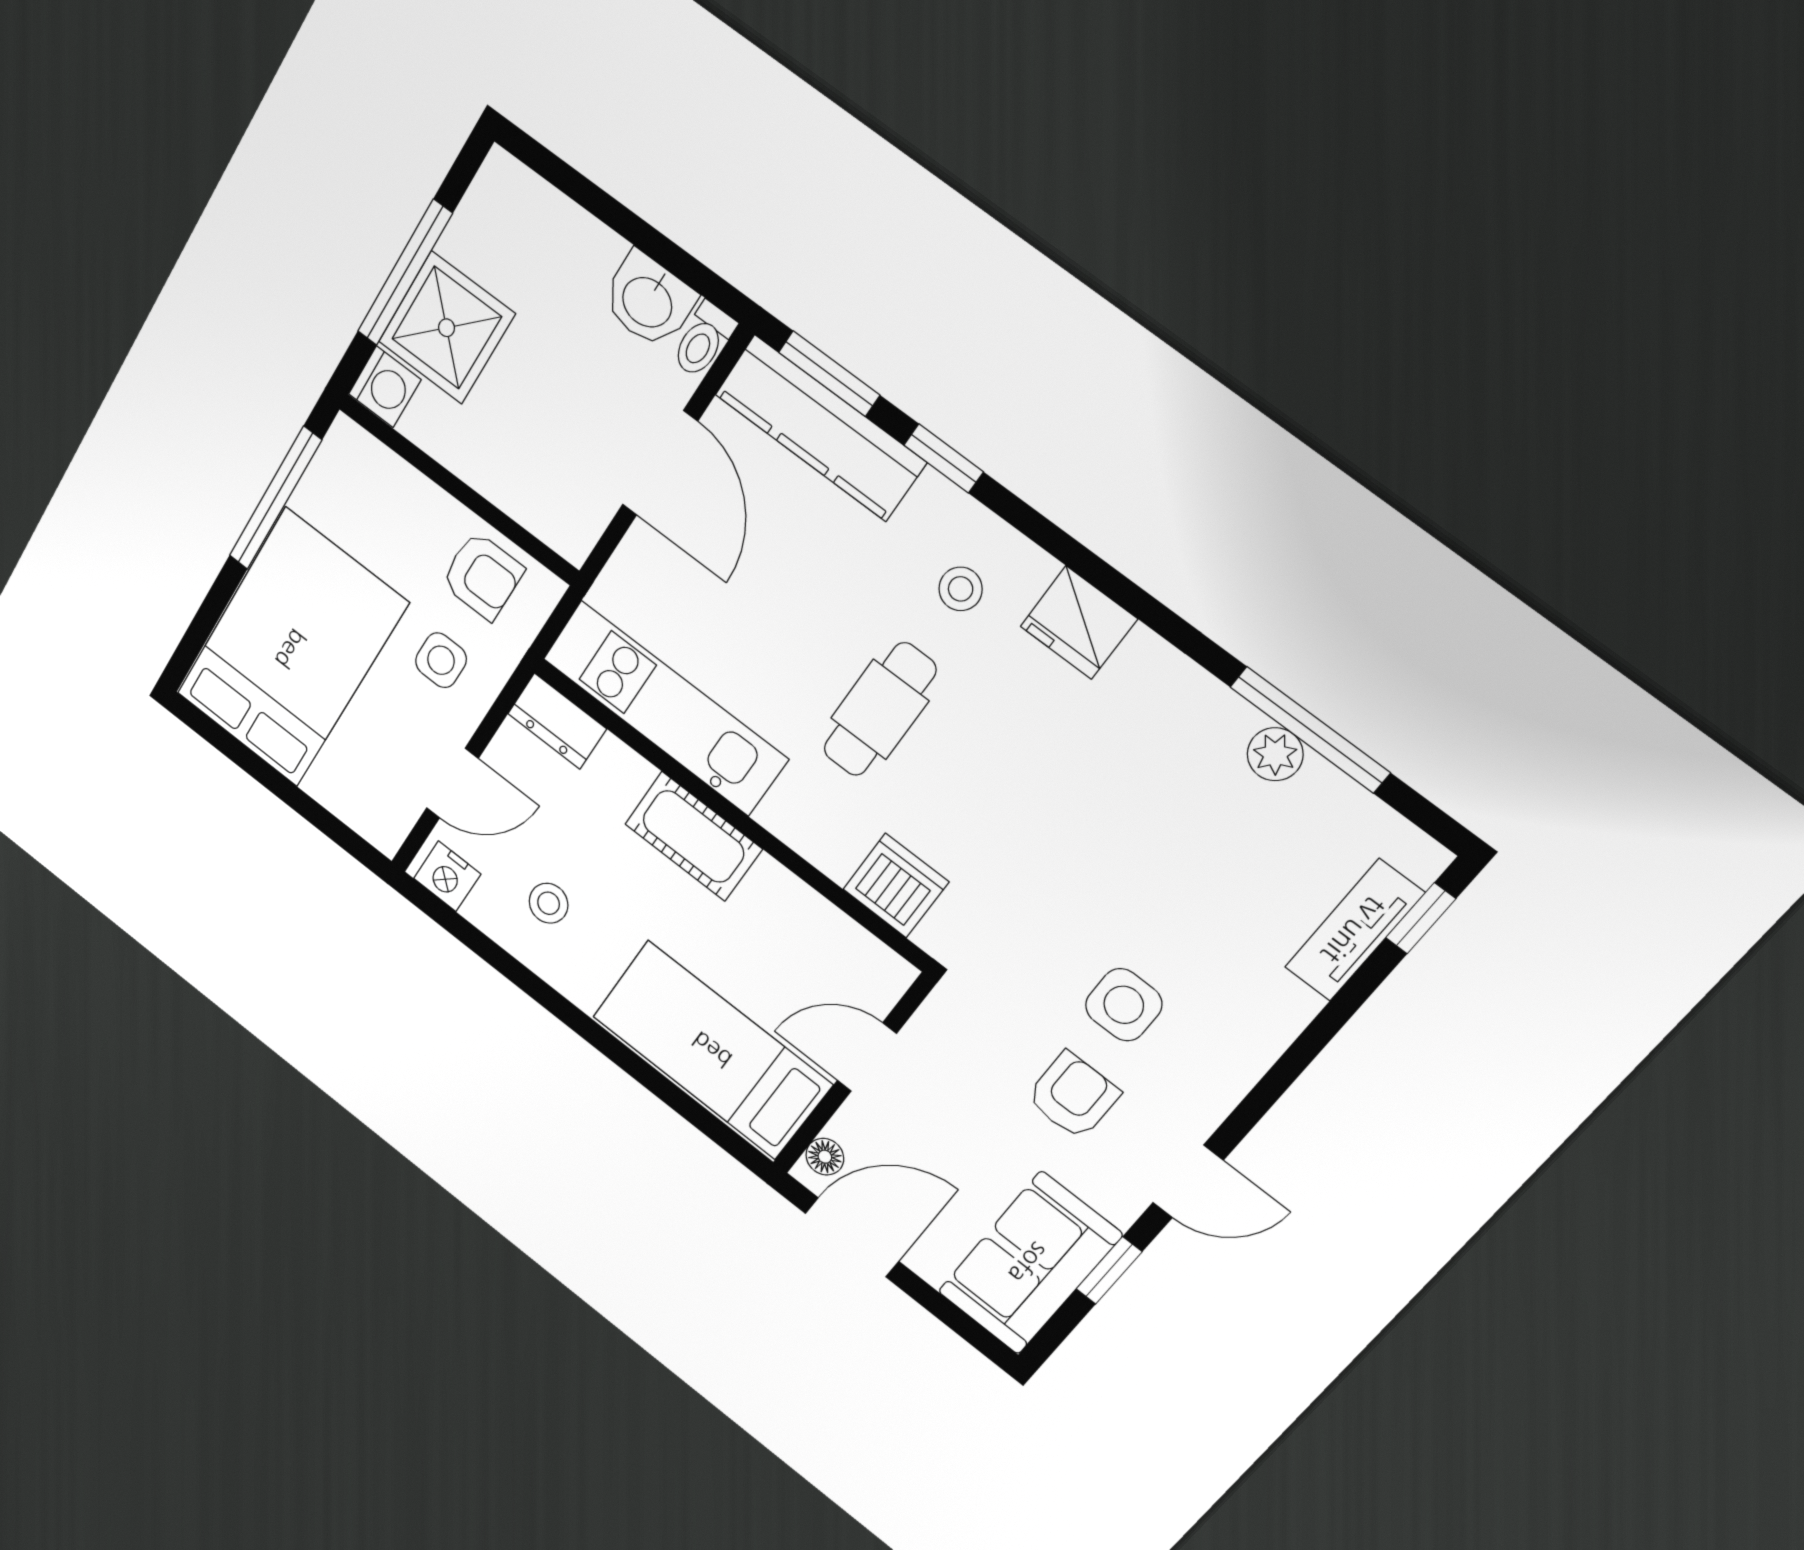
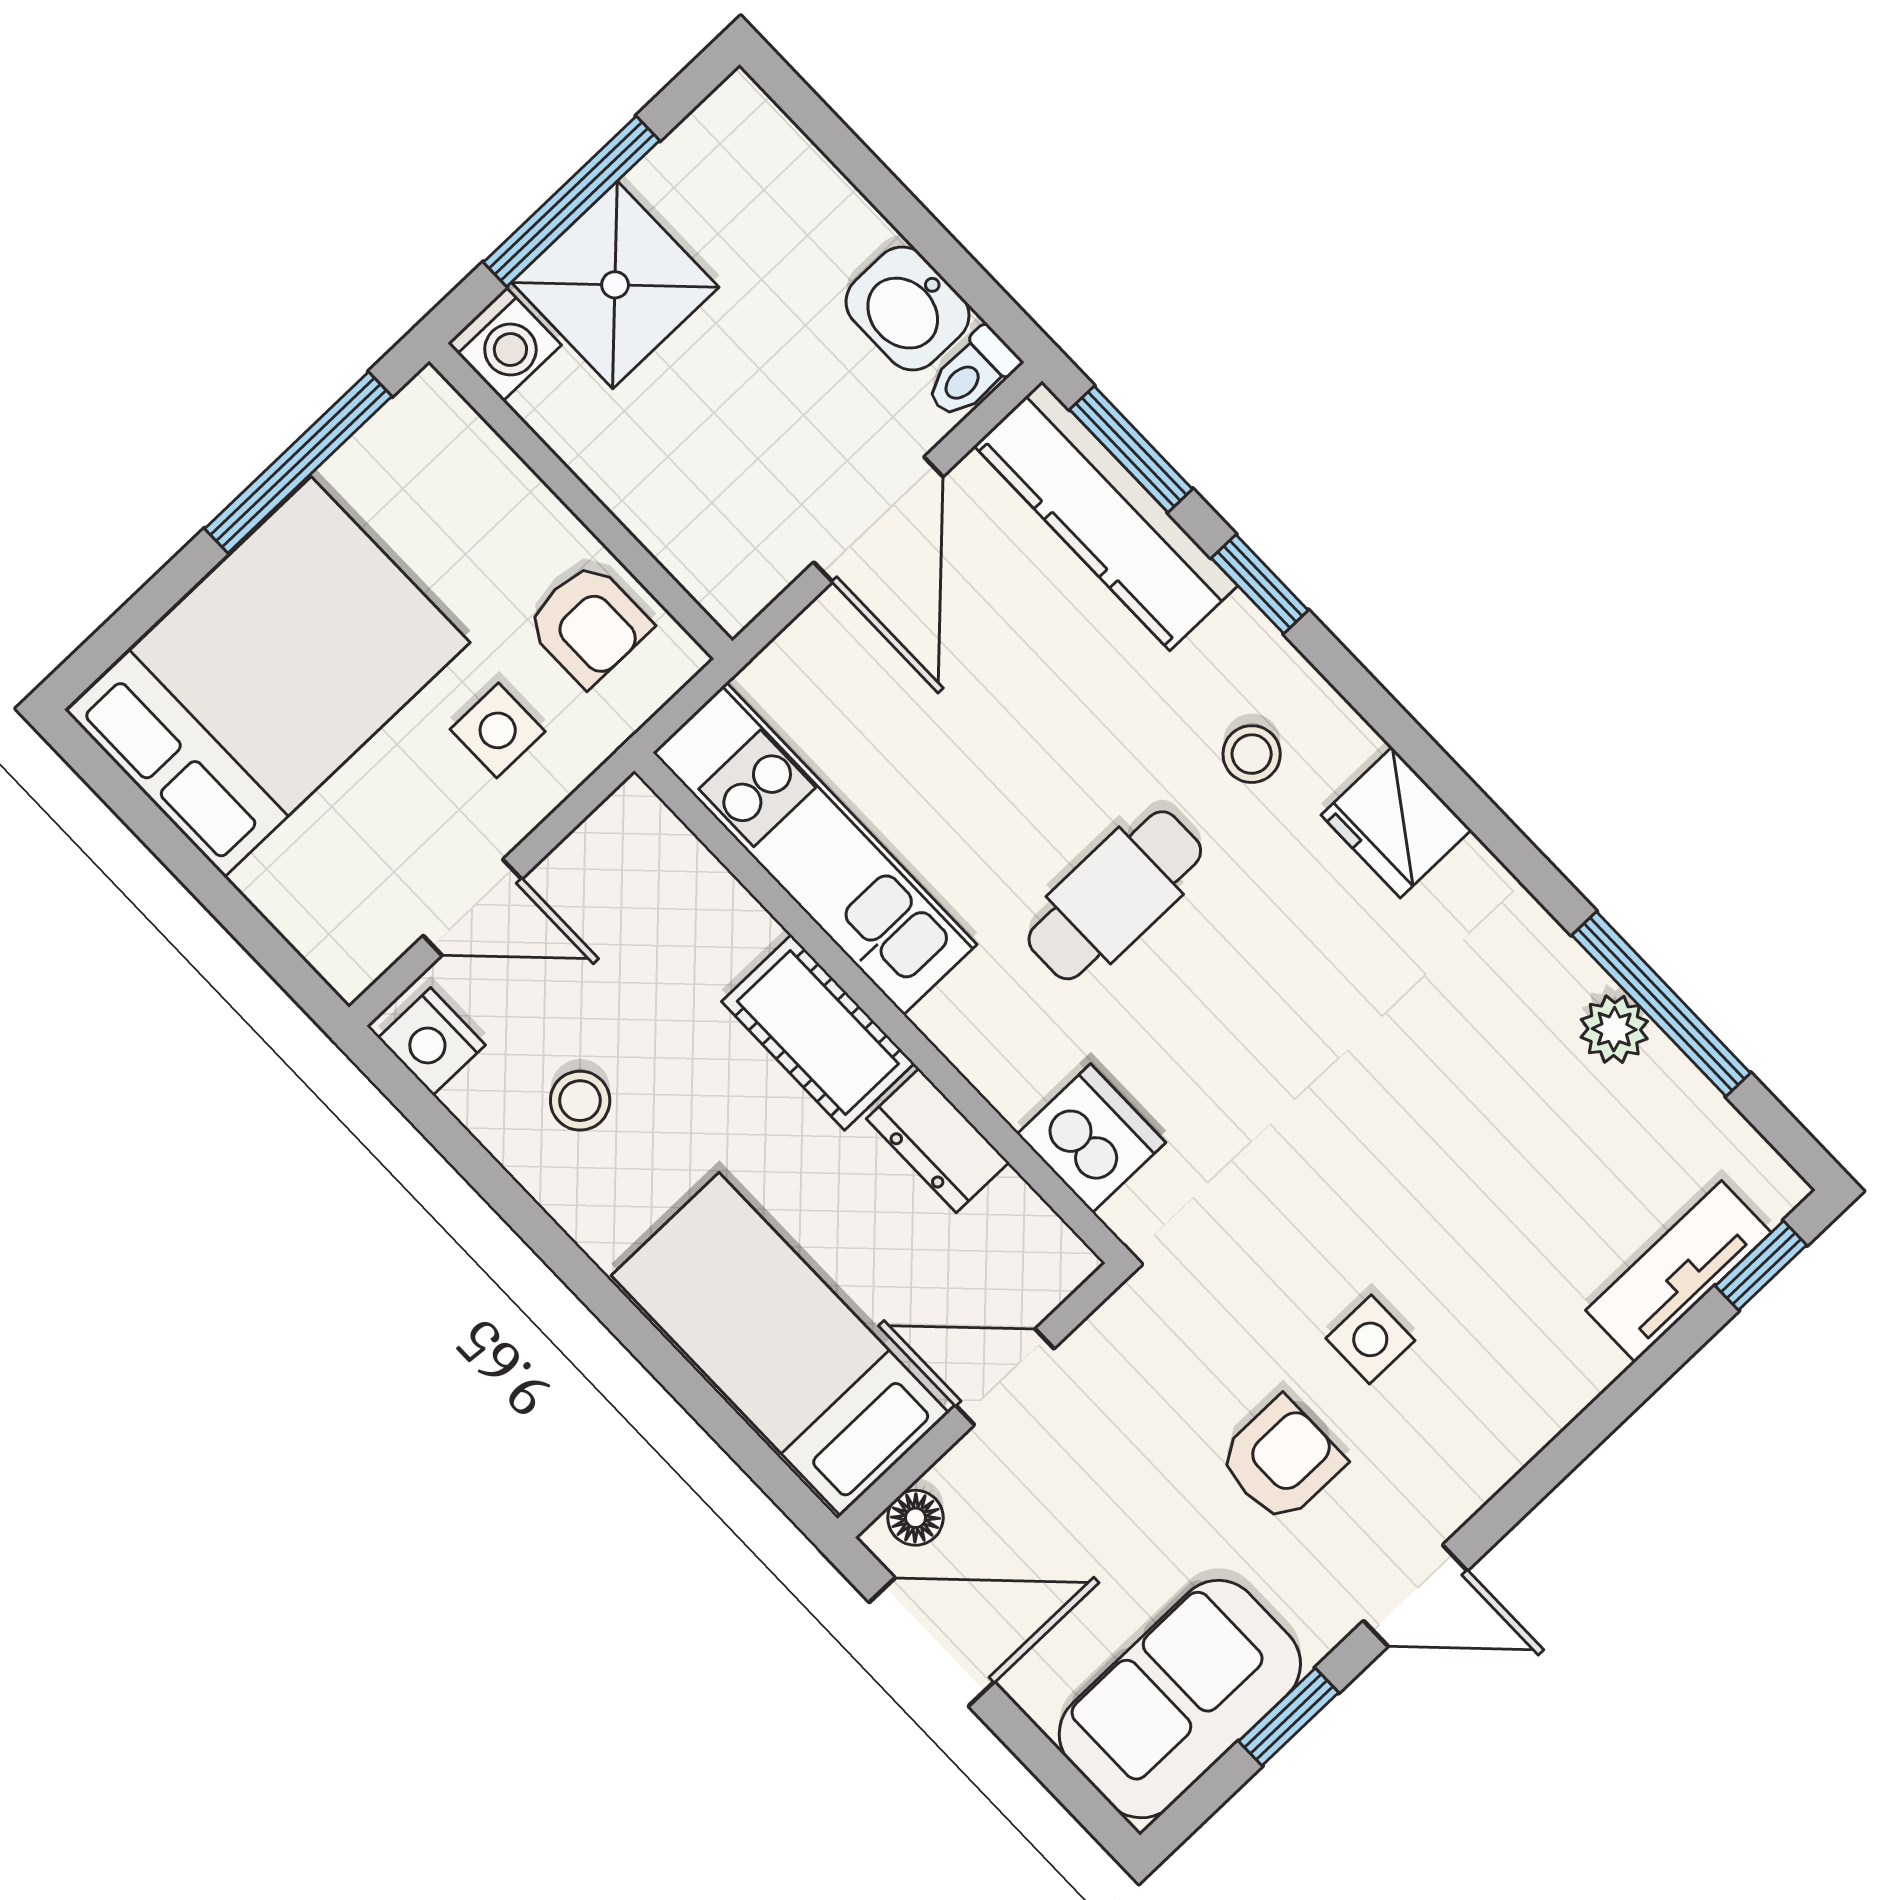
dresser: (557, 721) -> (938, 1141), moved
side table: (1124, 1005) -> (1370, 1339), width x0.73, depth x0.73

